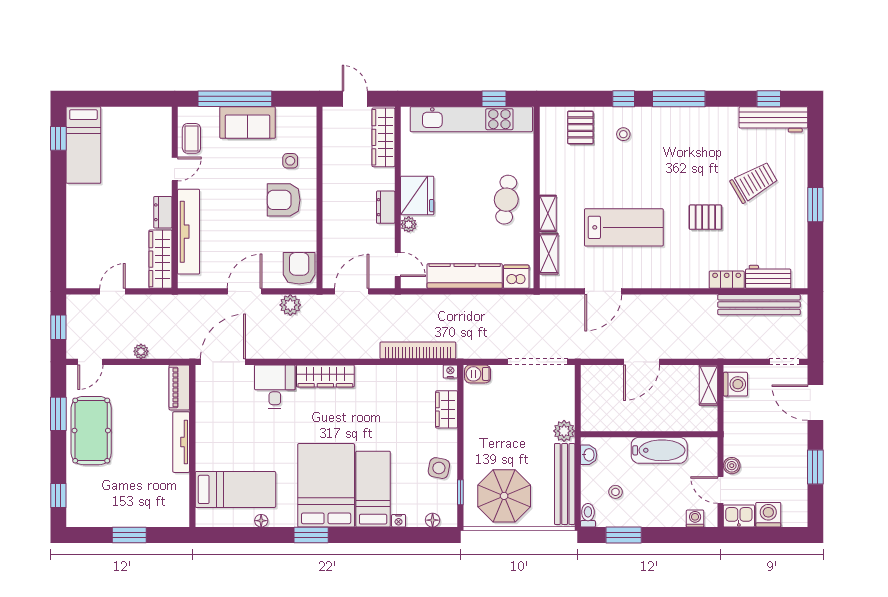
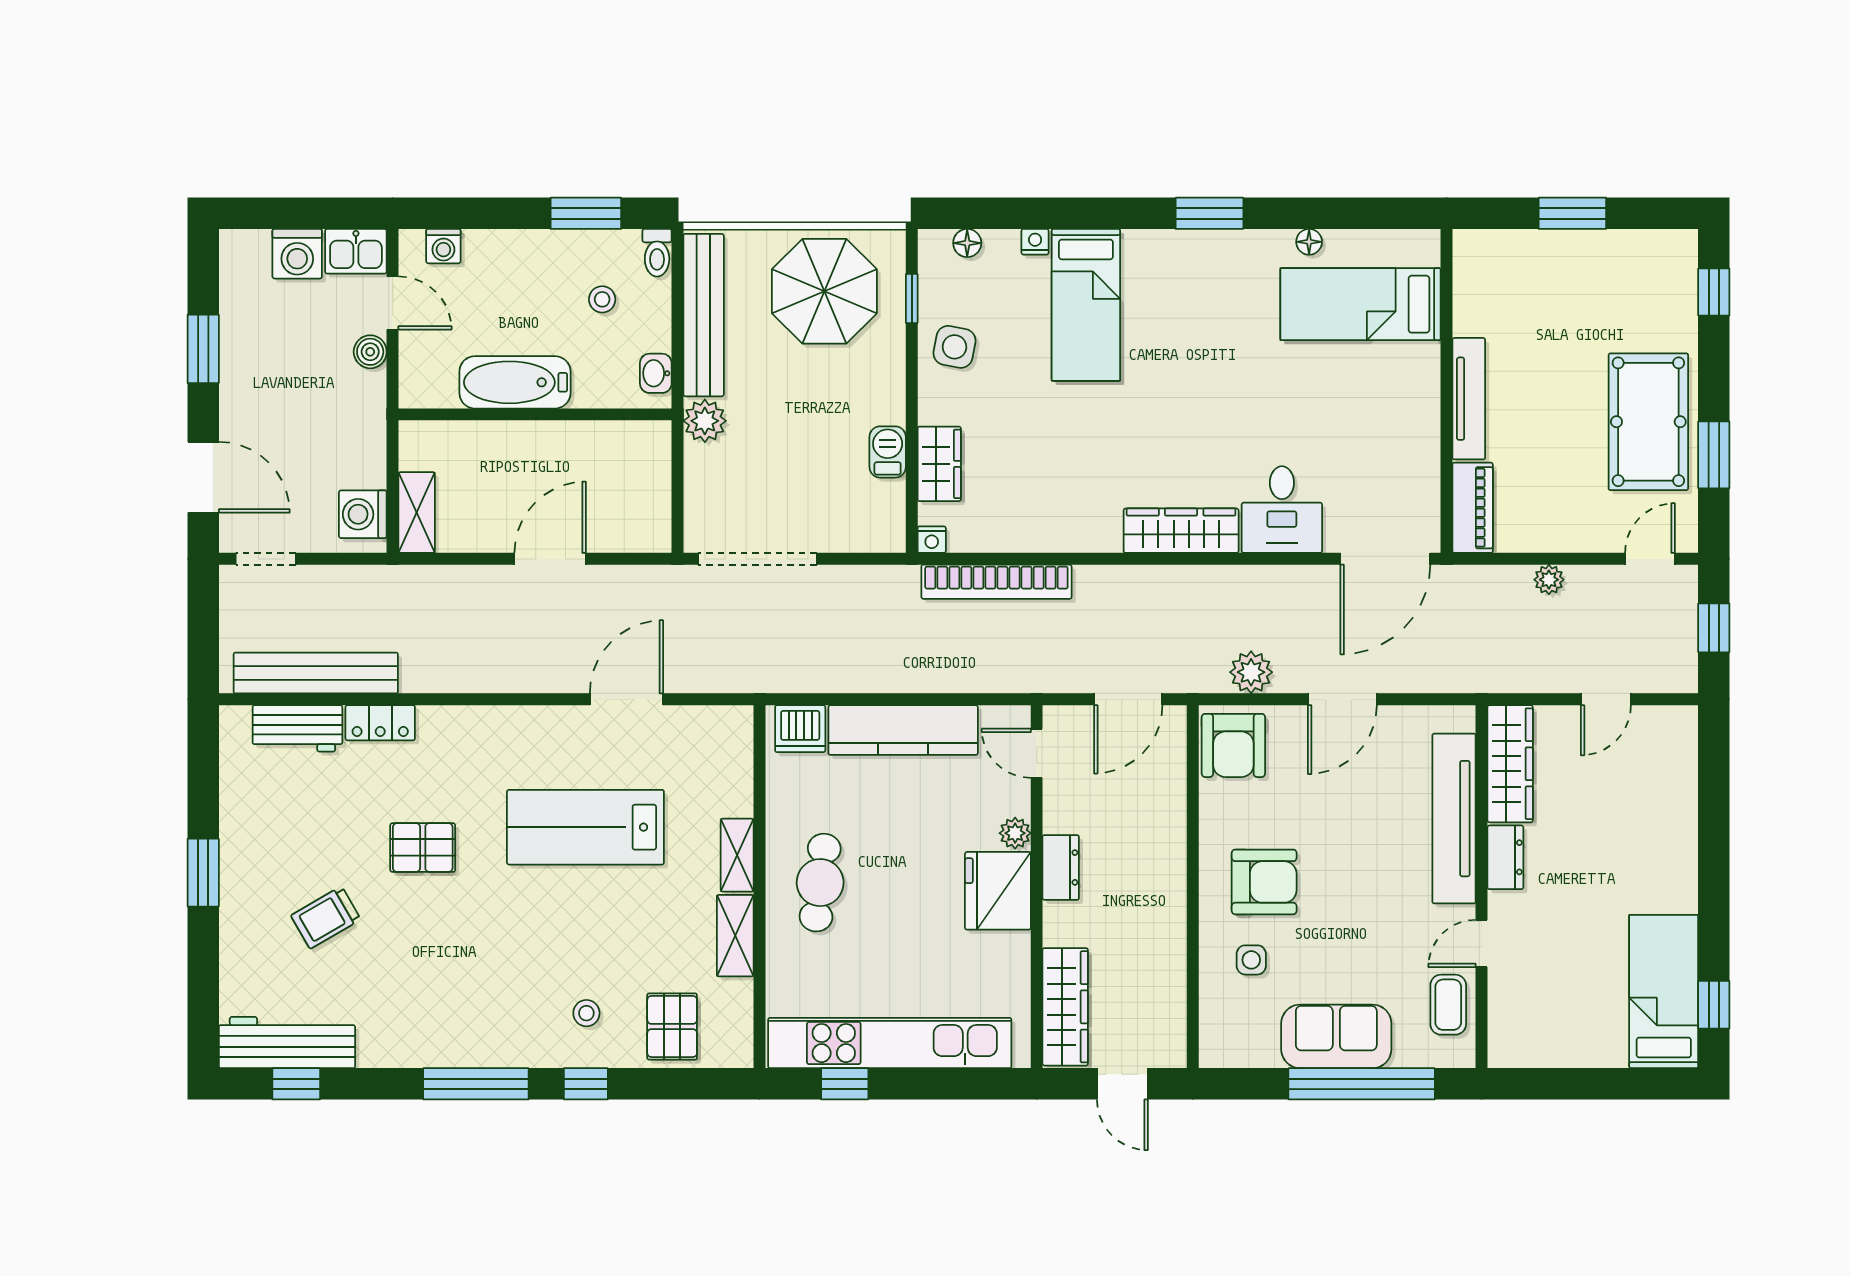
trolley: (754, 182) -> (326, 917), width x0.73, depth x0.72
shelving: (549, 254) -> (735, 936), moved
barbecue: (478, 374) -> (888, 452), moved, turned -90
bed: (326, 485) -> (1180, 312), removed

